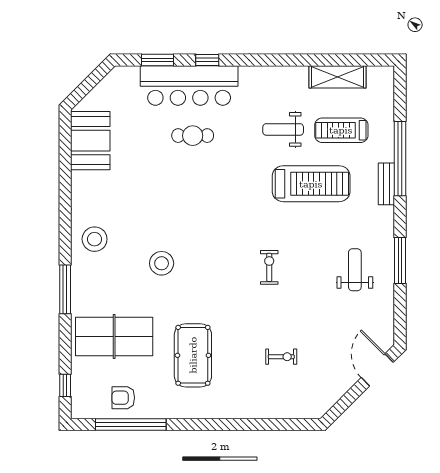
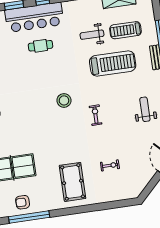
stool: (162, 263) -> (64, 100), moved
pool table: (193, 355) -> (73, 182), moved

